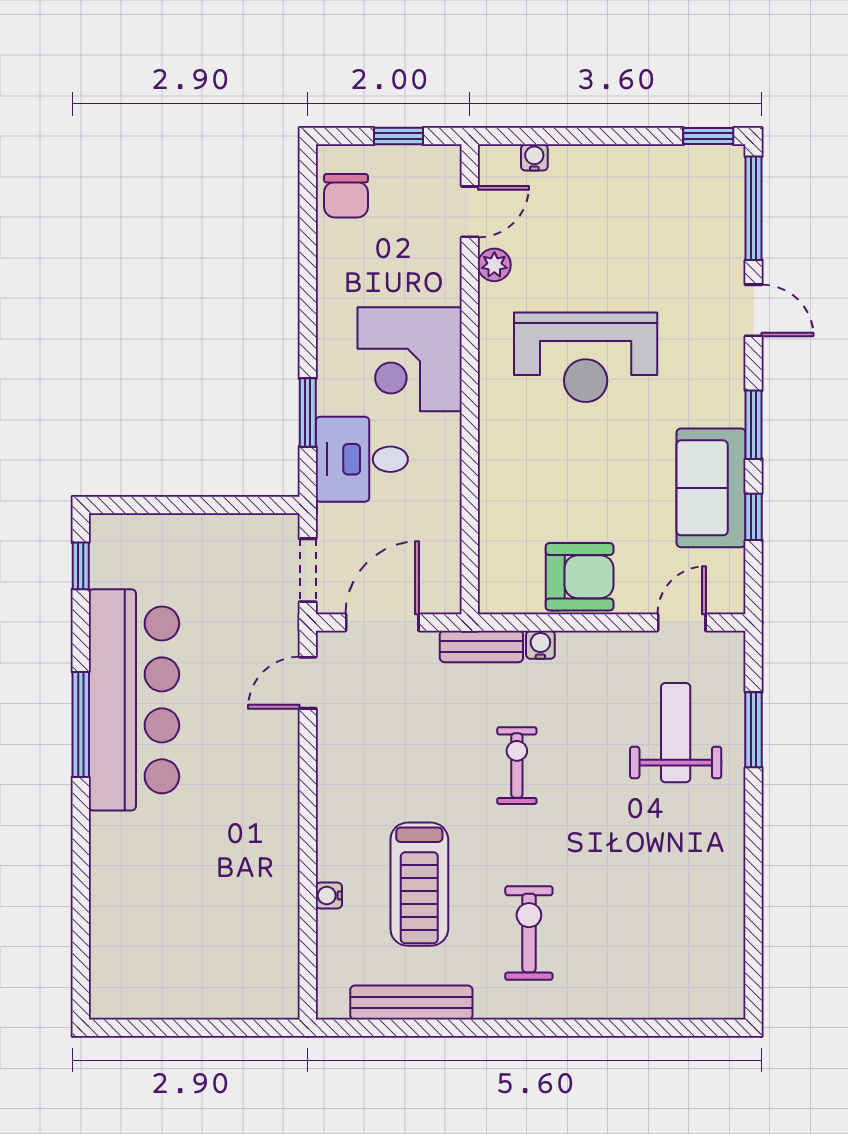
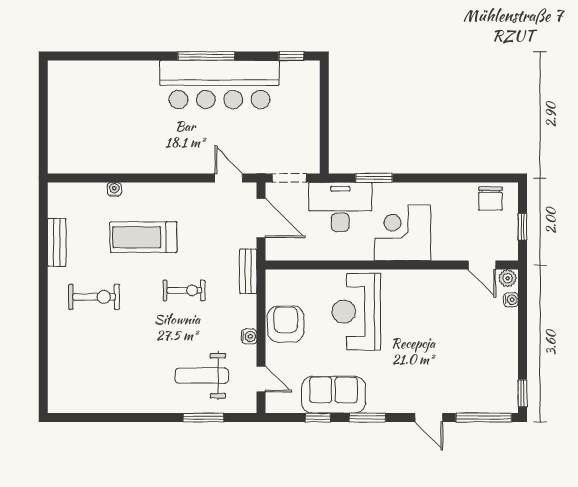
chair: (346, 196) -> (490, 199), turned -90
plant: (494, 265) -> (508, 278), moved
door: (754, 310) -> (429, 418), hinge flipped
reception desk: (586, 357) -> (356, 312), moved
desk: (362, 459) -> (340, 207), width x1.37
armchair: (580, 577) -> (286, 324), turned 180
water cooler: (540, 645) -> (249, 336), moved
weight bench: (676, 733) -> (202, 376), turned 180
treadmill: (419, 884) -> (144, 237), moved
bench: (411, 1003) -> (57, 242), width x0.73

